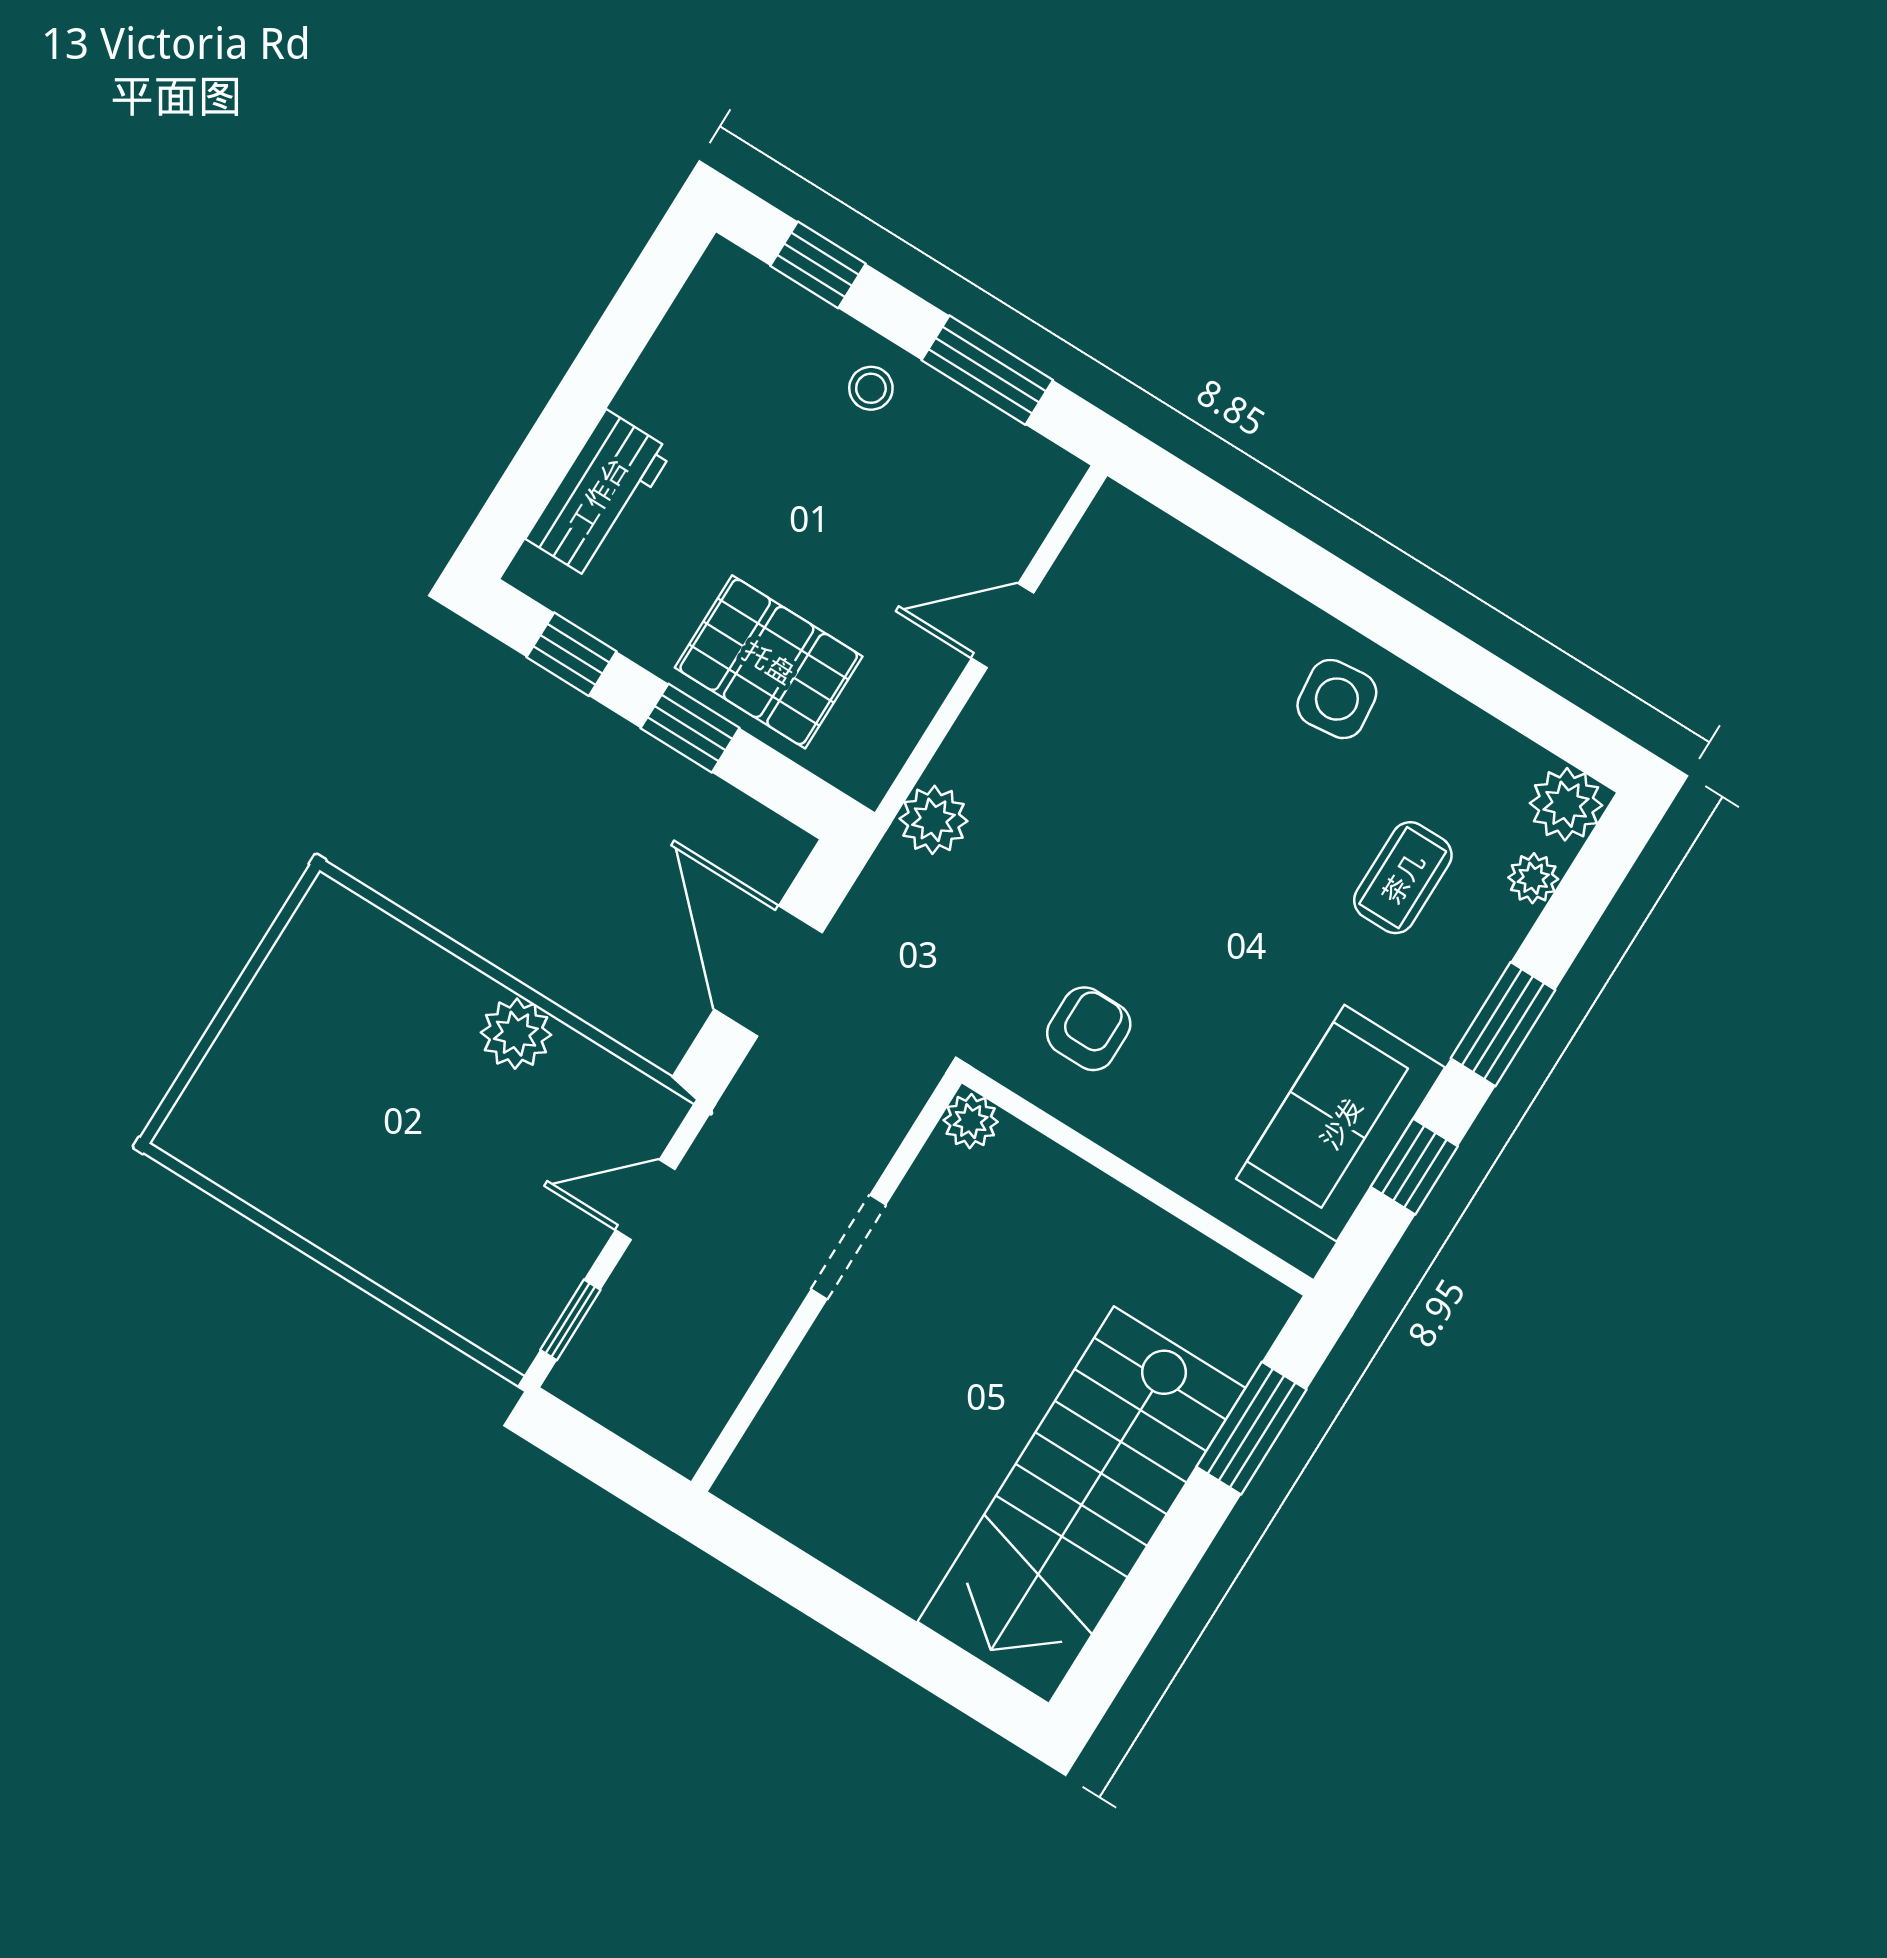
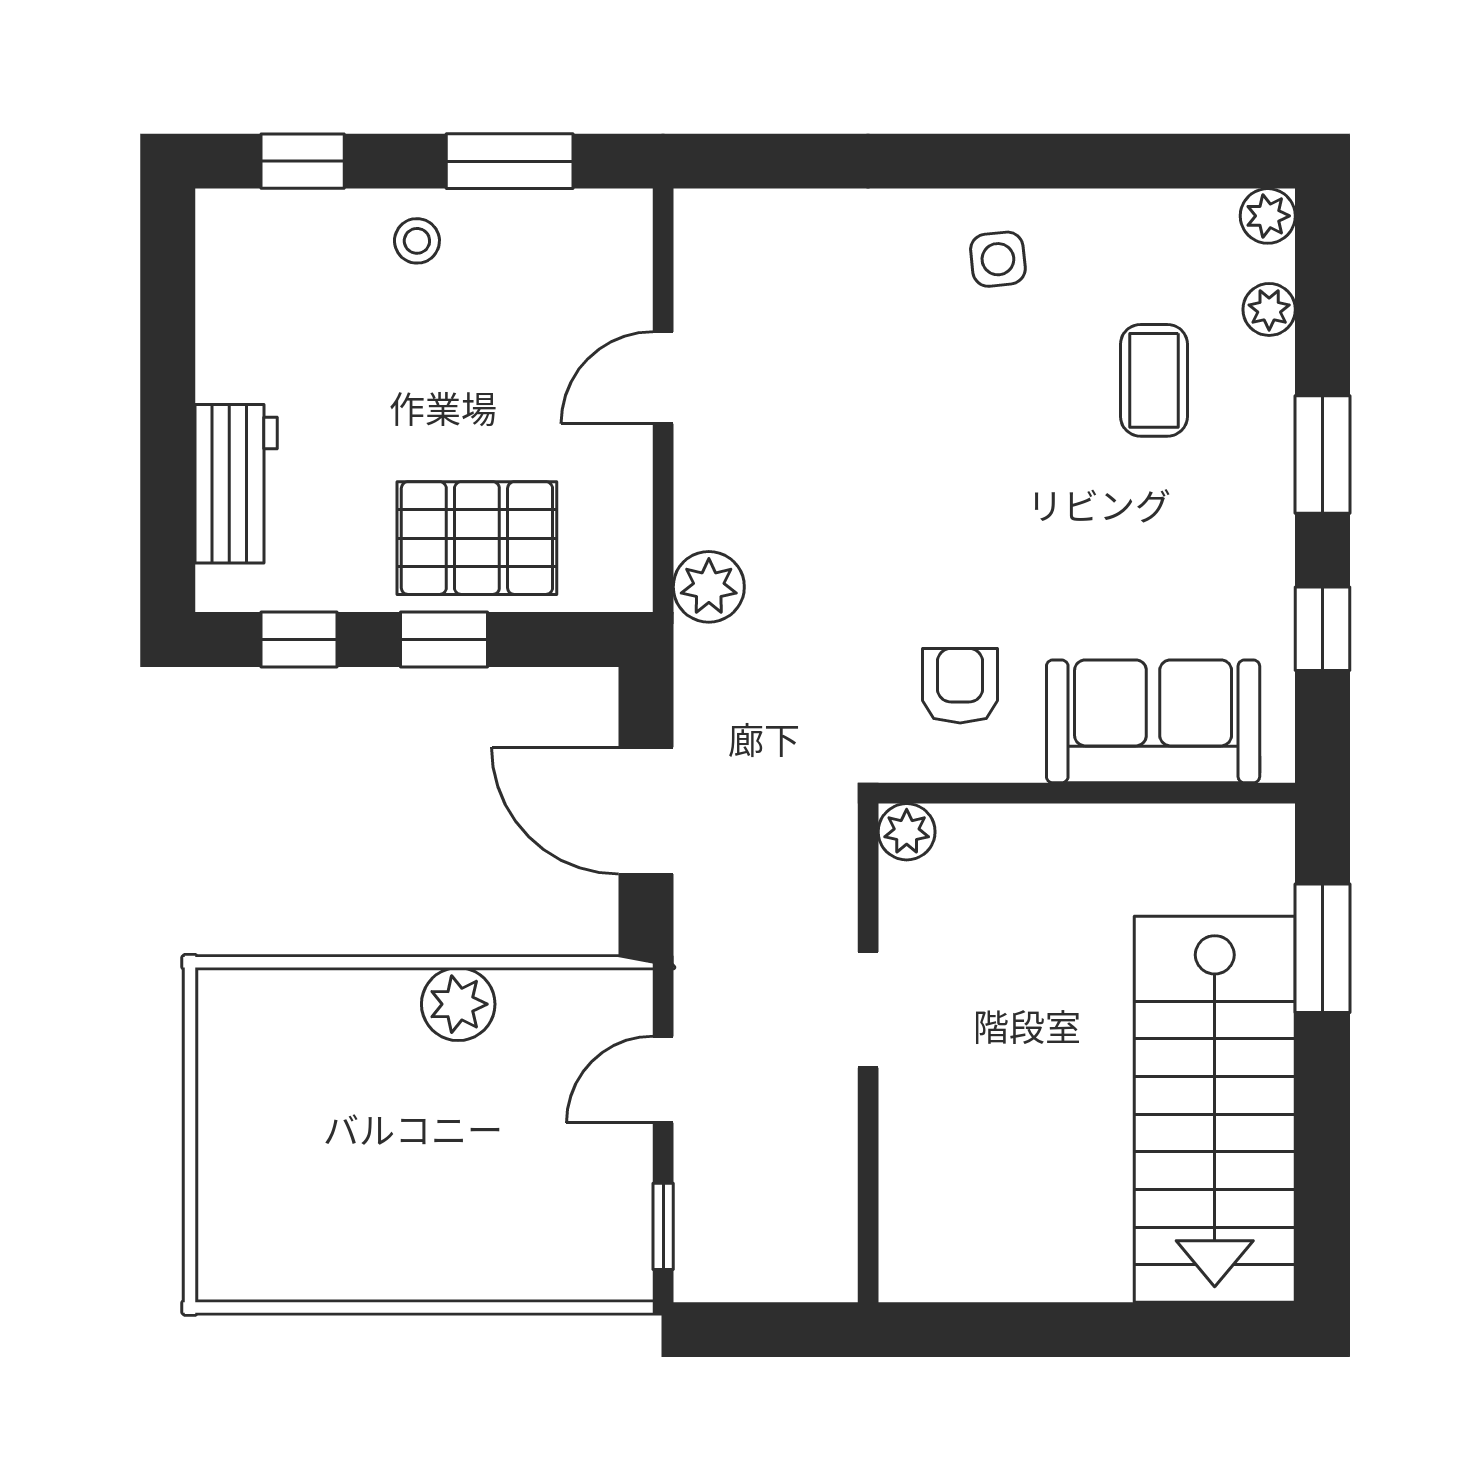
side table: (1337, 699) -> (998, 259), width x0.73, depth x0.73
plant: (1566, 804) -> (1268, 216), width x0.73, depth x0.73
sofa: (1341, 1123) -> (1153, 721), moved, turned 90

